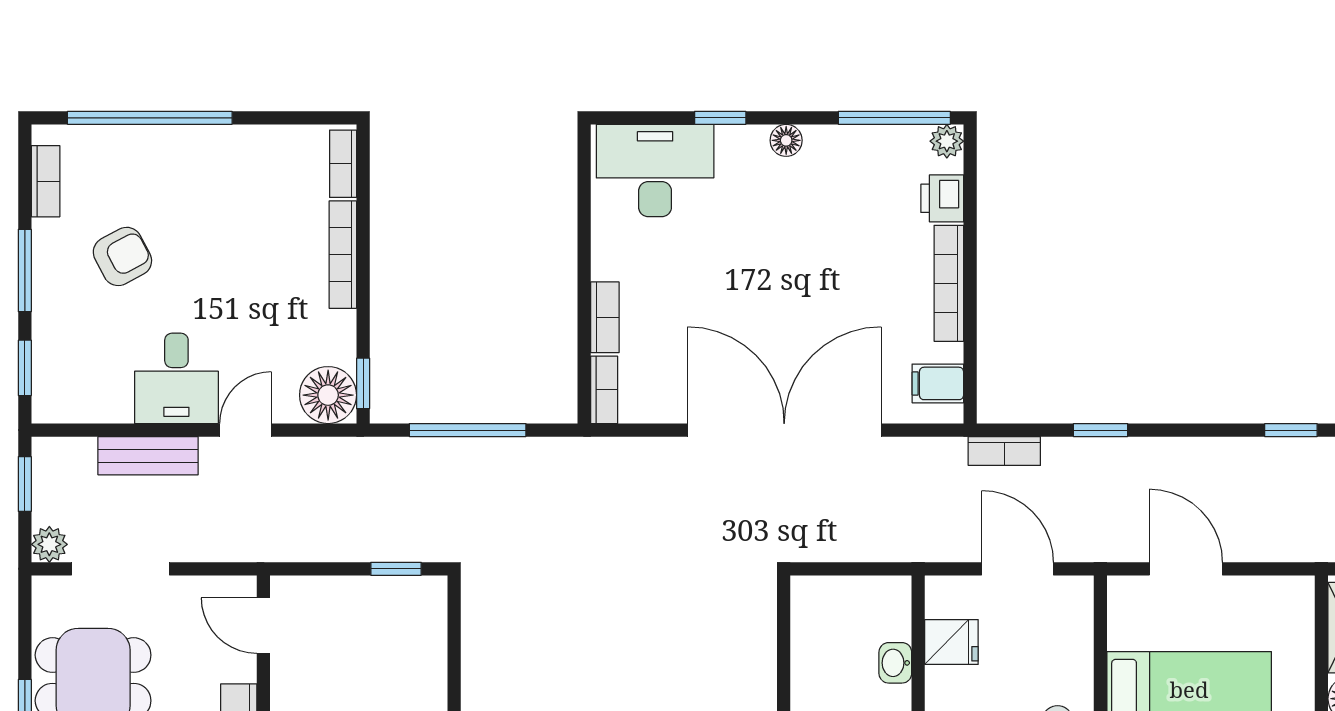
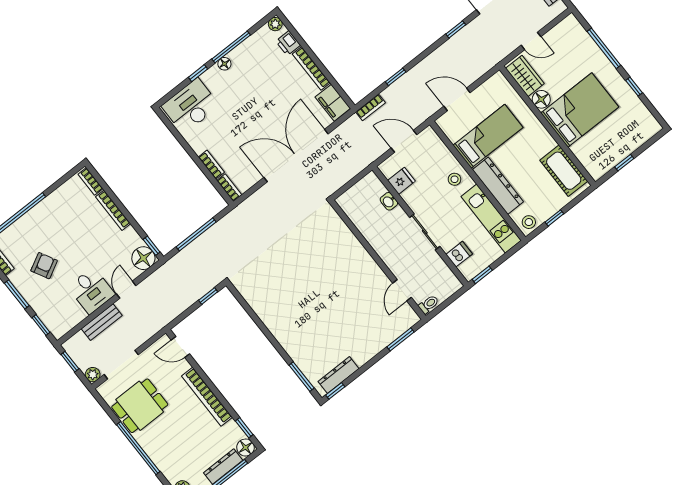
window: (894, 118) -> (231, 47), moved
filing cabinet: (938, 383) -> (333, 103), width x2.00

